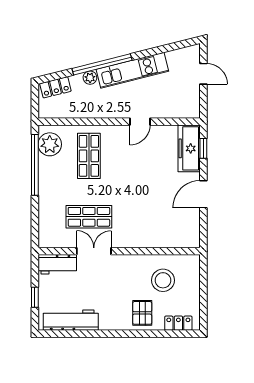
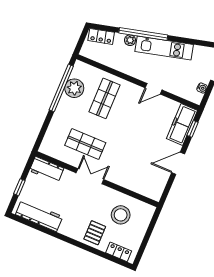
water cooler: (194, 97) -> (202, 88), added
plant: (50, 144) -> (74, 88), moved
double door: (94, 251) -> (90, 176), moved

